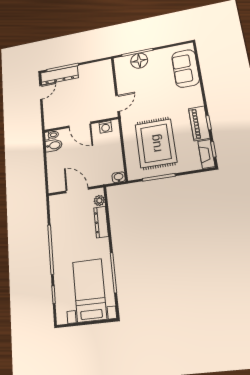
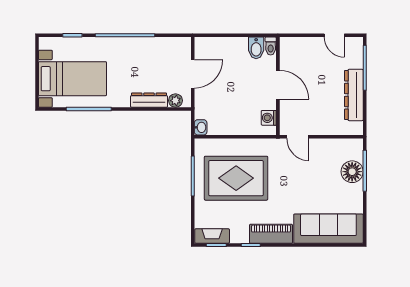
sofa: (185, 68) -> (328, 229), width x1.36
dresser: (59, 75) -> (354, 95), moved
piano: (199, 123) -> (271, 234), moved
door: (80, 125) -> (278, 85), swing flipped

